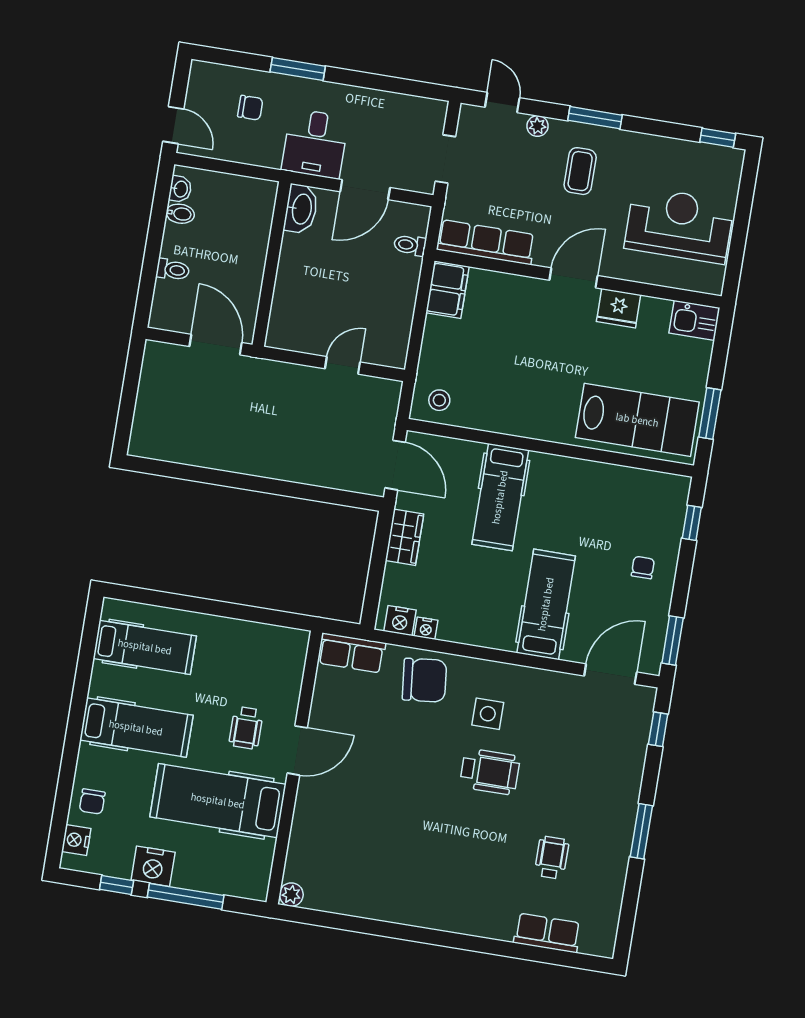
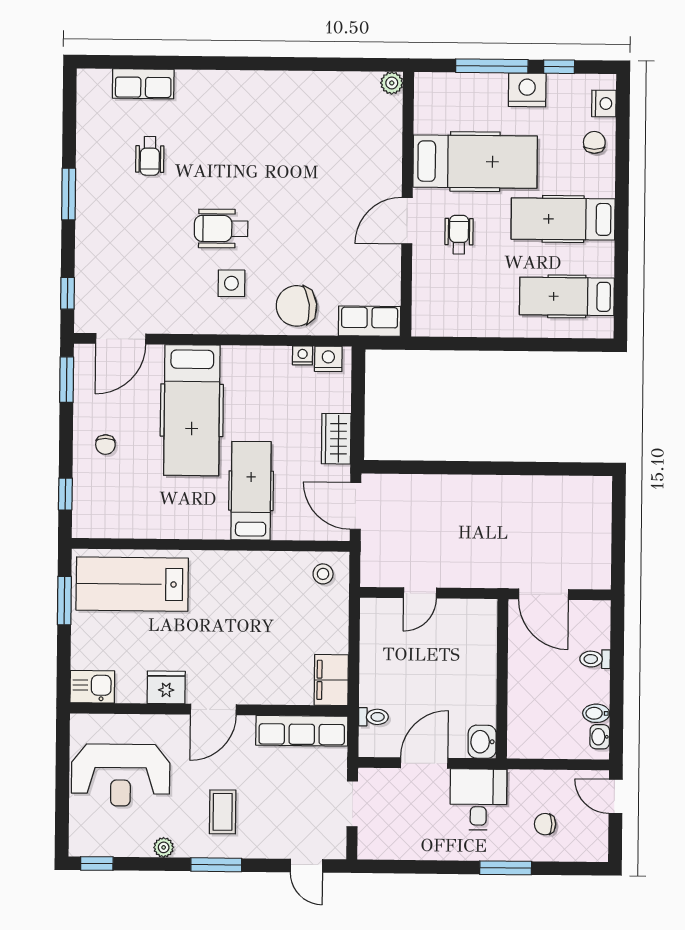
plant: (538, 126) -> (164, 847), moved
washbasin: (301, 209) -> (482, 742), width x0.72
hospital bed: (546, 604) -> (192, 410), width x1.37, depth x1.29

